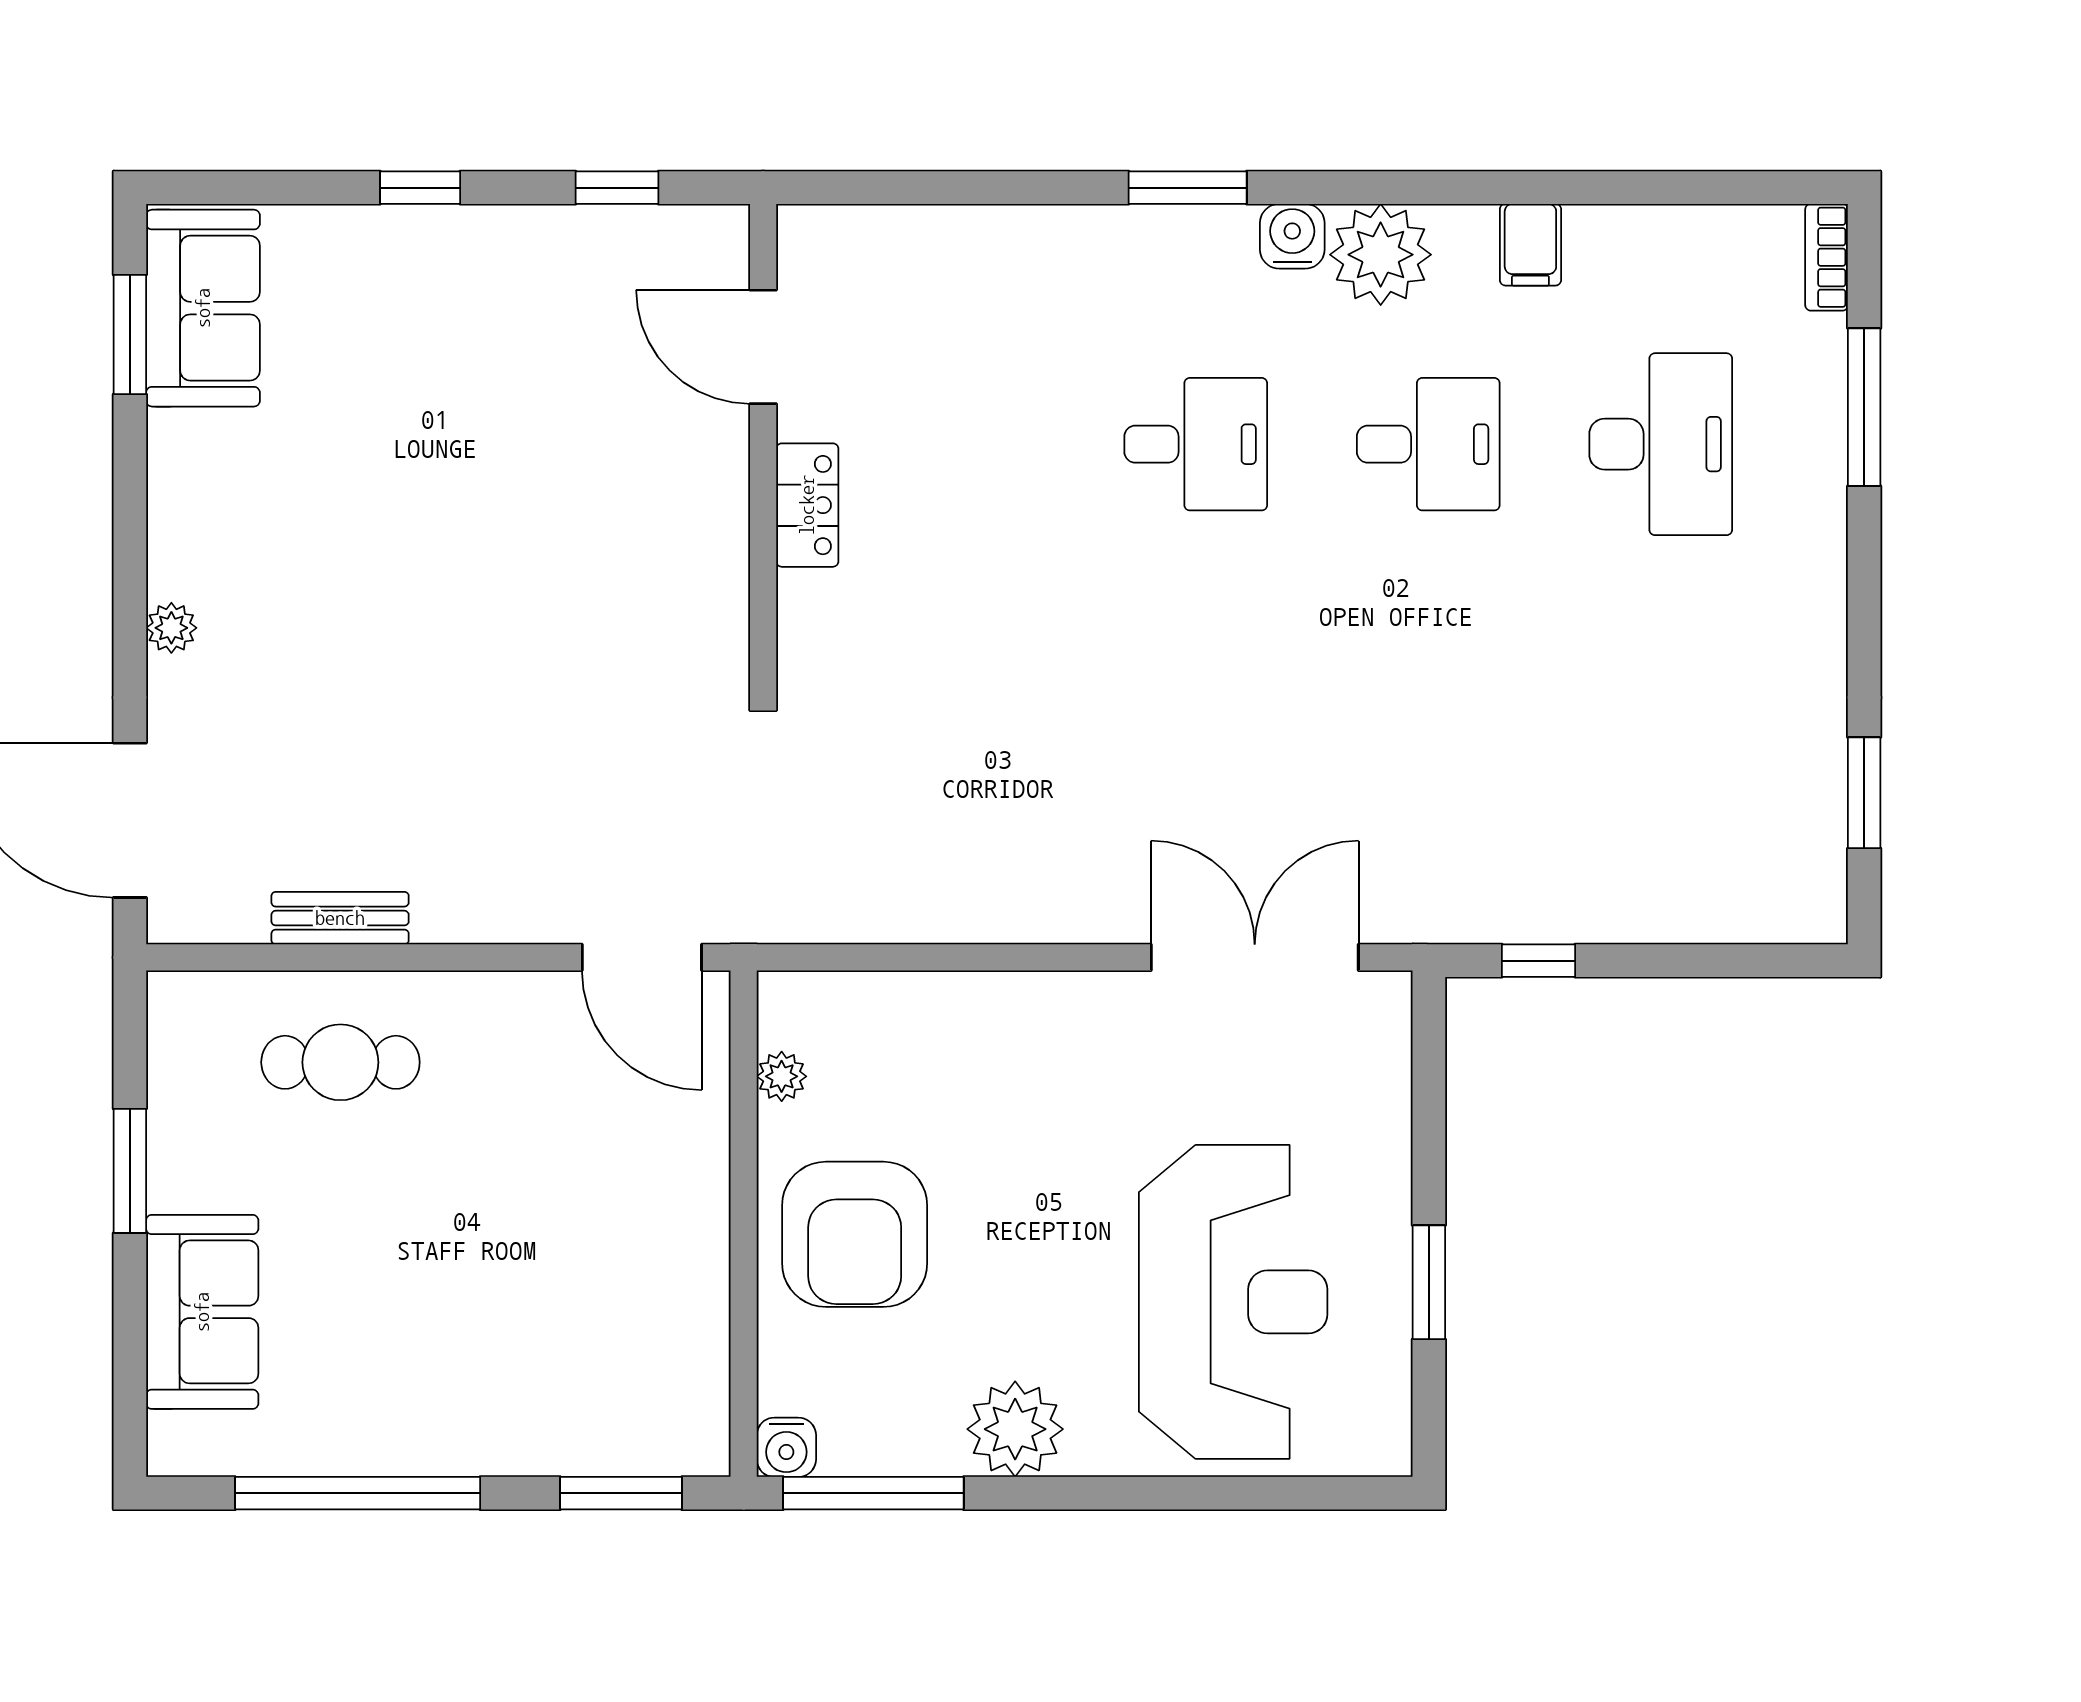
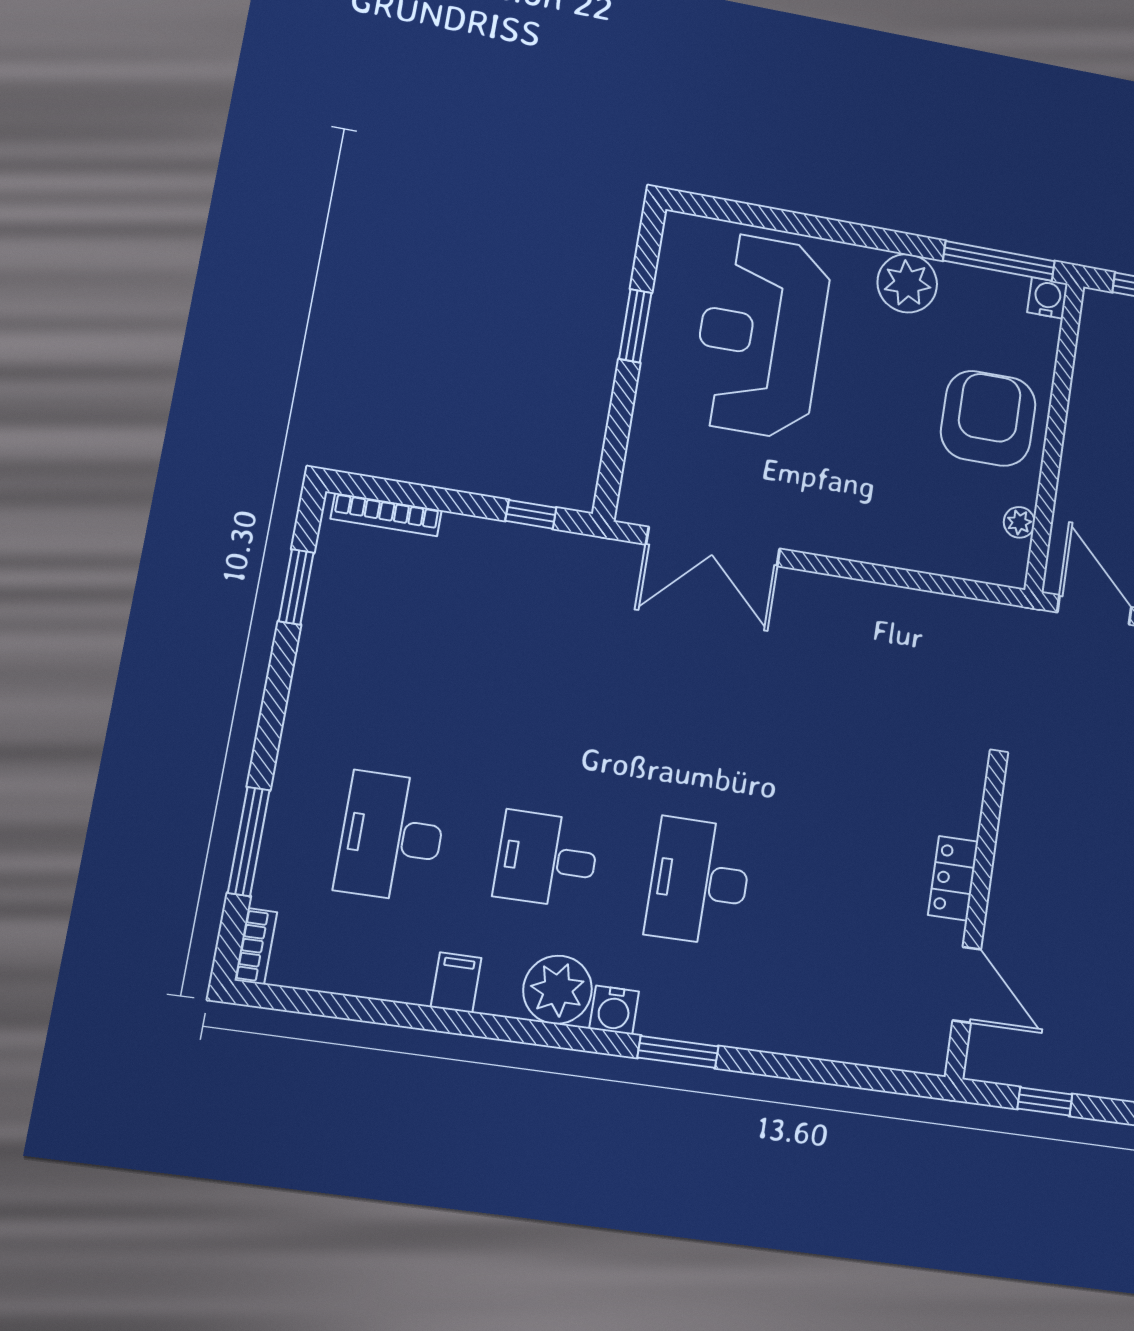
desk: (1196, 444) -> (699, 881), width x1.37
bookcase: (1753, 924) -> (386, 515), added

